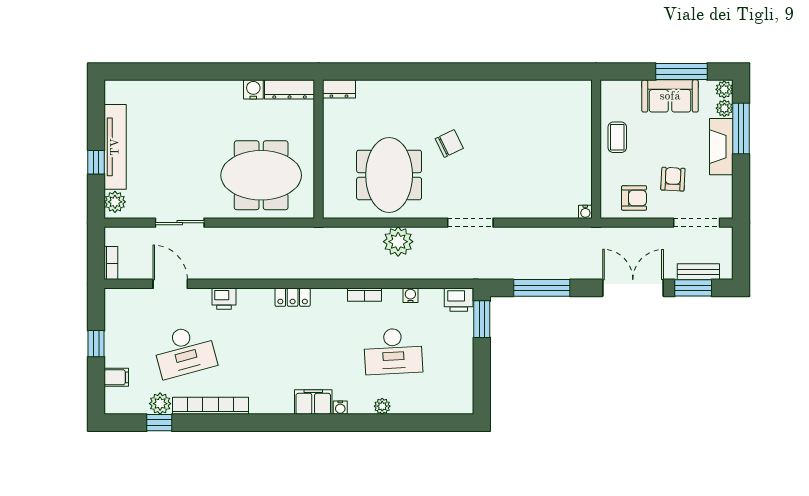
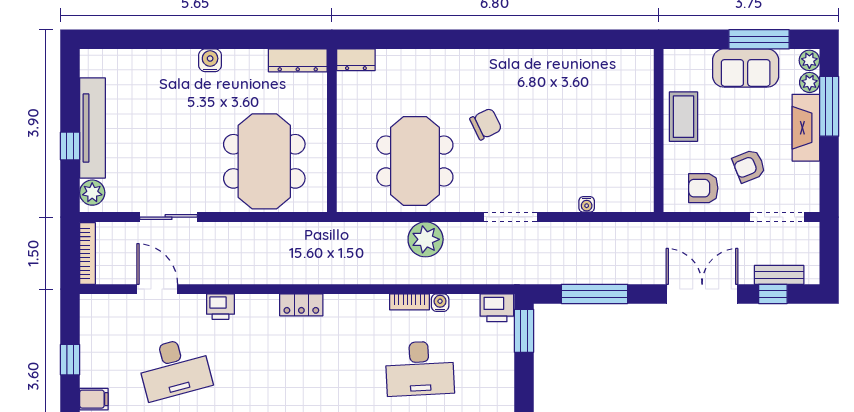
water cooler: (253, 89) -> (210, 60), moved
coffee table: (617, 137) -> (683, 117), width x1.36, depth x1.30
meeting table: (261, 175) -> (264, 161), turned 90
armchair: (673, 179) -> (749, 166), turned -115
armchair: (634, 198) -> (703, 188), turned 180
water cooler: (585, 212) -> (587, 204), moved
bookcase: (111, 263) -> (88, 254), width x1.56
window: (693, 288) -> (773, 294), width x0.67
bookcase: (364, 295) -> (410, 302), moved

